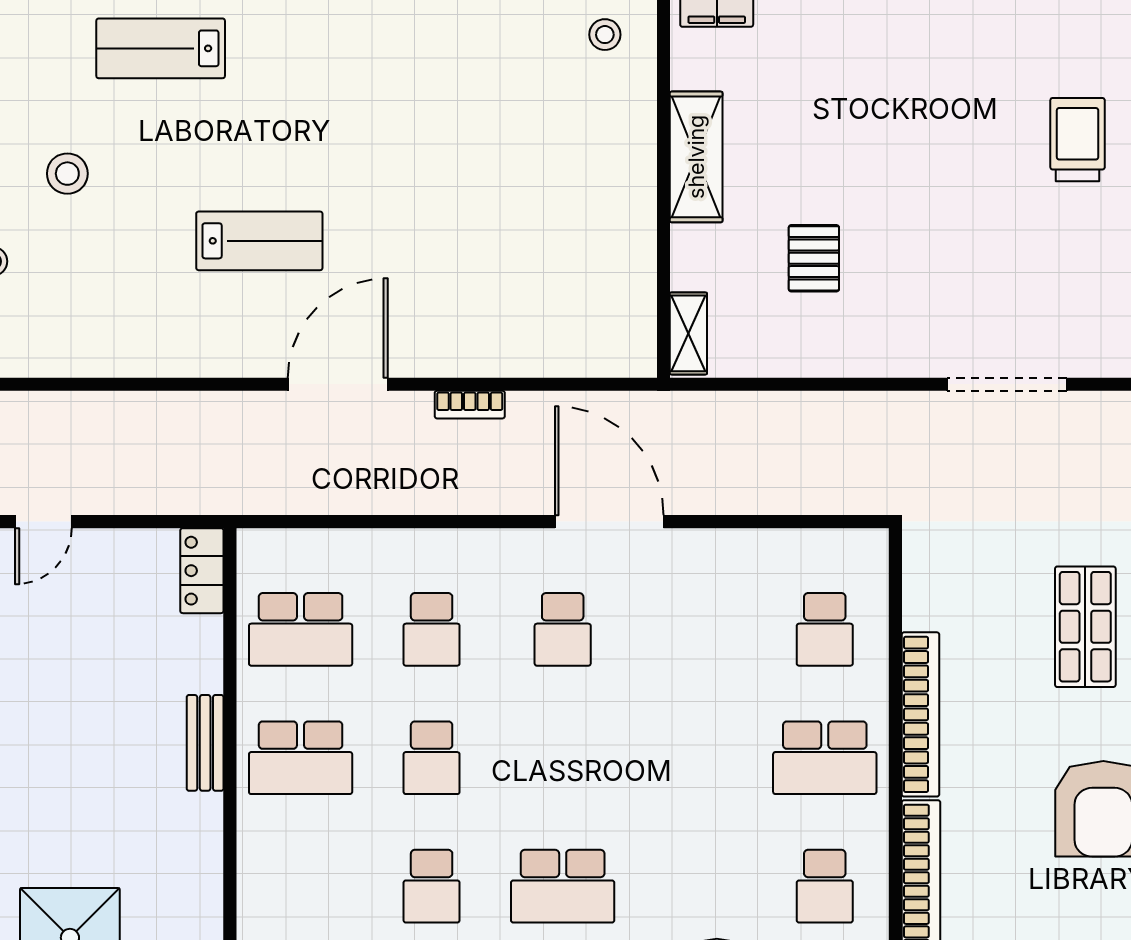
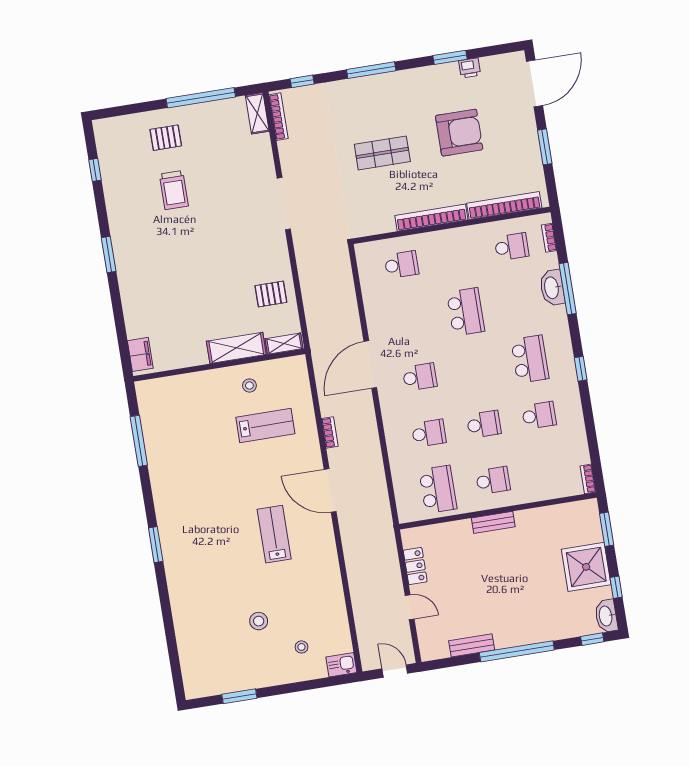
stool: (605, 35) -> (249, 386), moved
lab bench: (161, 48) -> (265, 425), moved, turned -90
trolley: (1078, 140) -> (174, 190), turned -90
shelving: (696, 157) -> (236, 348), moved
pallet: (814, 258) -> (271, 294), moved
locker: (202, 571) -> (415, 566), moved, turned -90
school desk: (301, 758) -> (493, 480), width x0.54
school desk: (825, 758) -> (466, 312), moved

